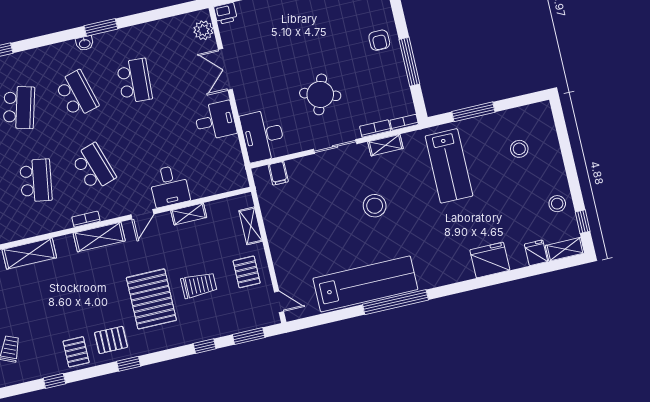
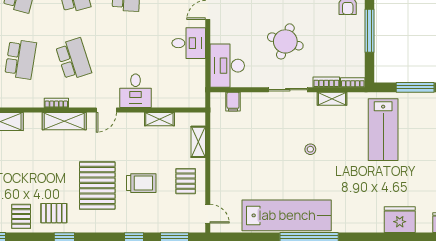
stool: (375, 206) -> (310, 149), width x0.53, depth x0.53
shelving: (189, 214) -> (159, 119), moved

